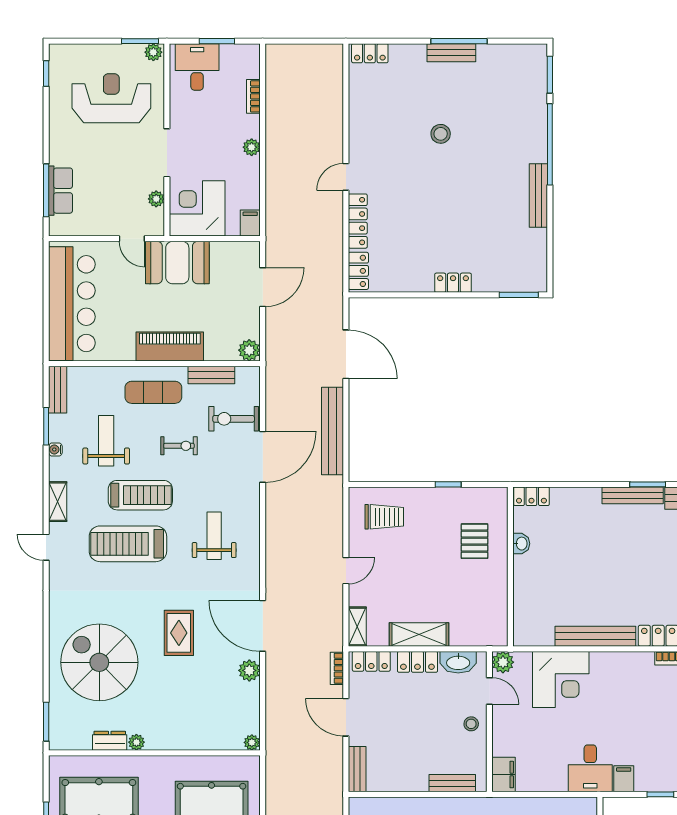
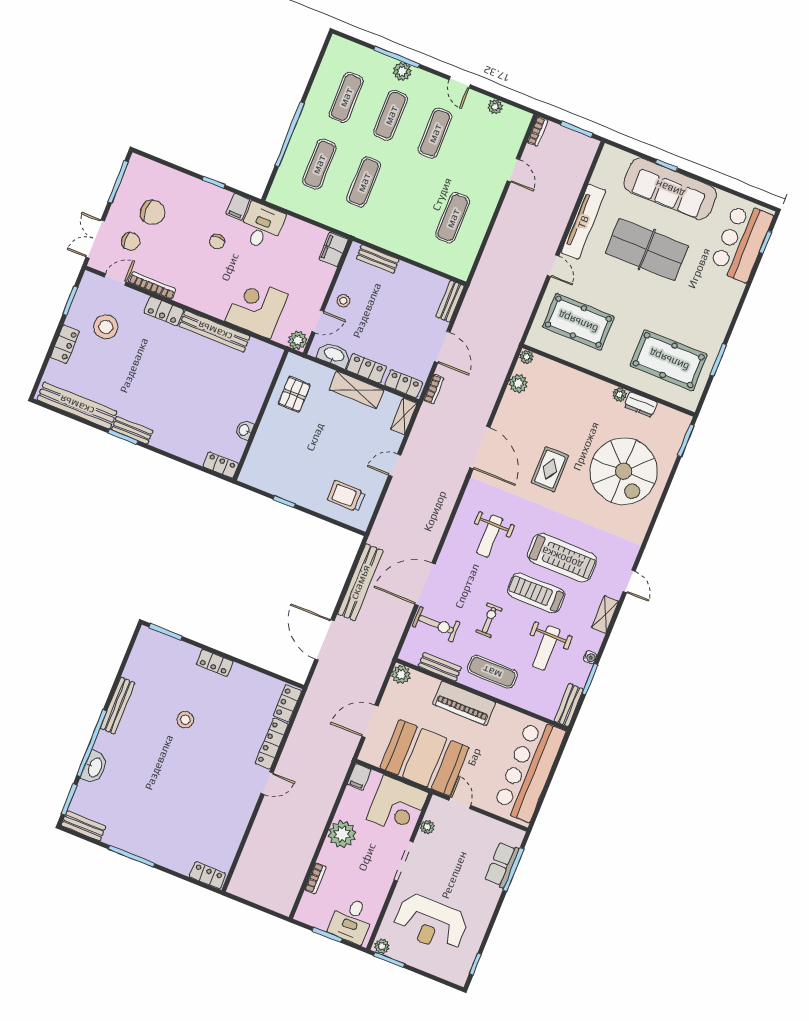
bench: (451, 53) -> (83, 826), moved
washbasin: (536, 120) -> (95, 767), added
stool: (441, 134) -> (185, 720), moved
plant: (252, 147) -> (342, 834), width x1.88, depth x1.88
booth: (177, 263) -> (424, 758), width x1.36, depth x1.42
exercise bike: (179, 446) -> (489, 620), turned 90
bench: (633, 495) -> (132, 430), width x0.73
pallet: (474, 541) -> (294, 394), moved
plant: (249, 670) -> (518, 383), moved
door: (489, 691) -> (318, 321), swing flipped
chair: (631, 733) -> (217, 242), added

